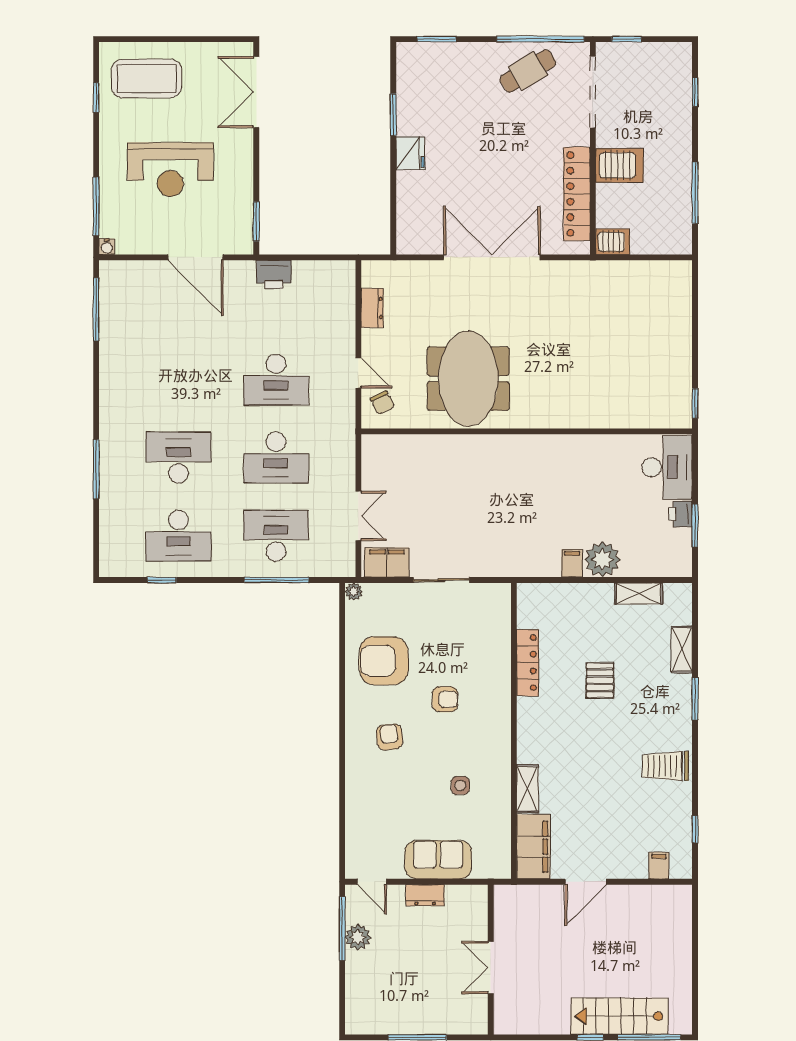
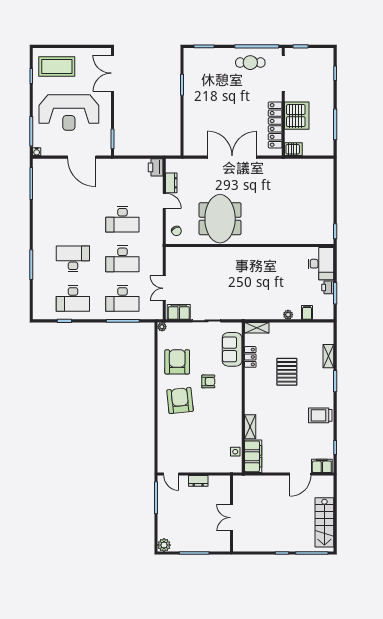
cafe table: (528, 71) -> (250, 63), turned 31
fridge: (410, 153) -> (191, 104), removed
server rack: (619, 165) -> (297, 116), width x1.60
reception desk: (170, 170) -> (69, 113), width x1.36, depth x1.30
printer: (274, 274) -> (156, 167), moved, turned 90
door: (358, 373) -> (164, 201), moved
double door: (358, 516) -> (164, 288), swing flipped
desk: (276, 536) -> (122, 298), turned 180
plant: (602, 559) -> (288, 315), width x0.53, depth x0.53
filing cabinet: (572, 563) -> (307, 312), moved
shelving: (639, 594) -> (257, 328), moved
armchair: (384, 661) -> (177, 362), turned 90
locker: (528, 663) -> (250, 357), width x0.66
pallet: (600, 680) -> (287, 372), width x1.50, depth x1.42
armchair: (389, 737) -> (180, 401), width x1.88, depth x1.88
side table: (460, 785) -> (235, 452), moved
sofa: (438, 860) -> (232, 349), moved, turned -90
filing cabinet: (659, 866) -> (322, 466), width x2.00
door: (586, 882) -> (300, 474), moved
plant: (358, 937) -> (164, 545), moved
stairs: (619, 1016) -> (324, 522), moved, turned -90

